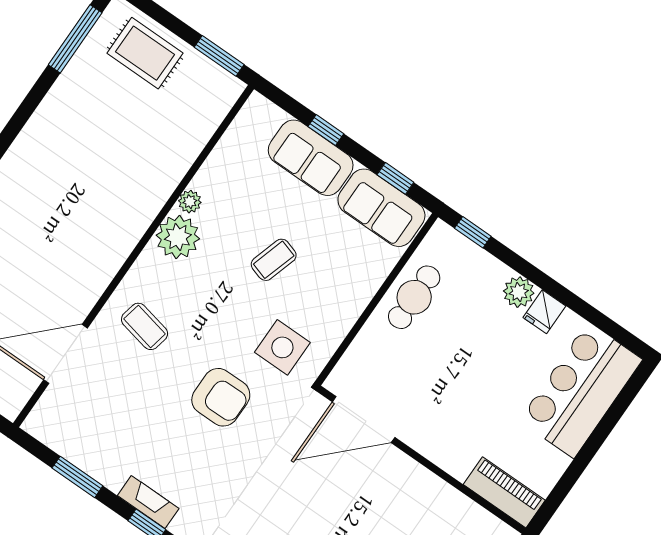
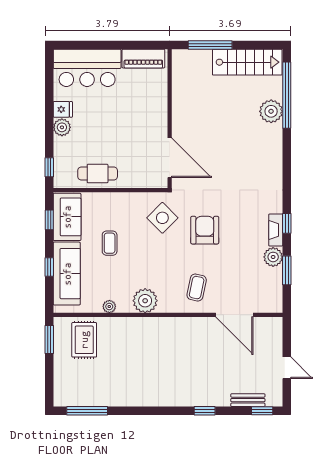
rug: (145, 53) -> (84, 340), moved
sofa: (311, 158) -> (67, 274), width x1.36
plant: (190, 202) -> (109, 307), moved
coffee table: (274, 260) -> (110, 243), moved, turned 73
side table: (282, 347) -> (162, 218), turned 45
plant: (111, 471) -> (273, 257), added
piano: (504, 492) -> (143, 59), moved, turned -90

